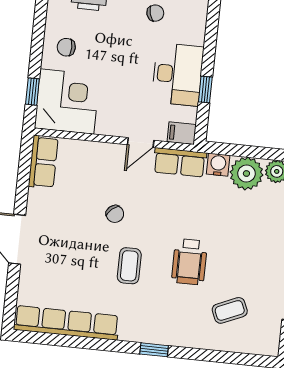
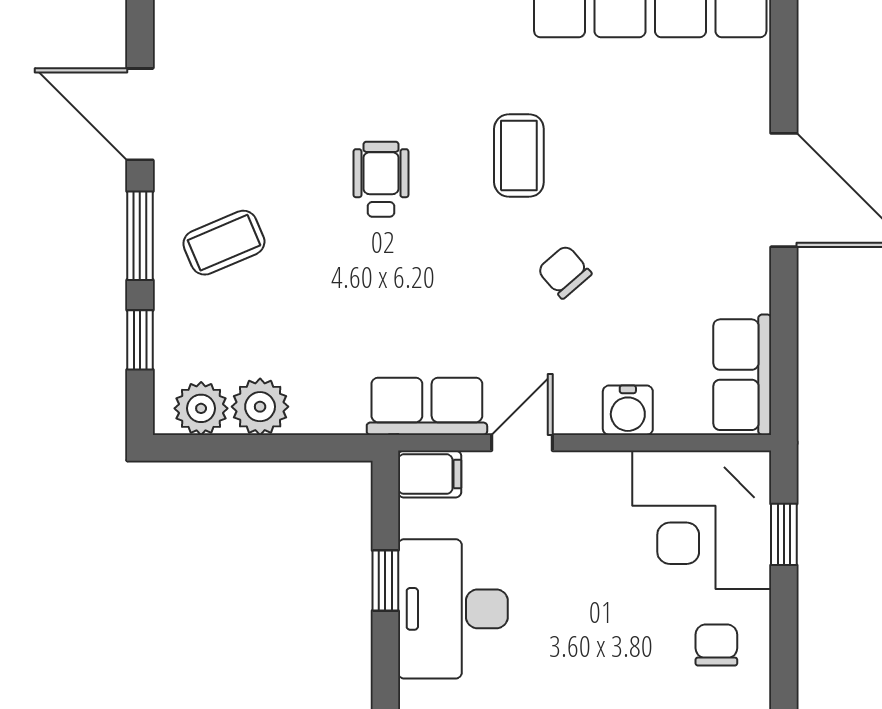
chair: (66, 47) -> (716, 645), turned -90
water cooler: (218, 165) -> (628, 410), moved
plant: (246, 174) -> (260, 407), width x0.73, depth x0.73
wheelchair: (189, 262) -> (381, 179), width x0.73, depth x0.73
coffee table: (230, 310) -> (224, 243), moved

